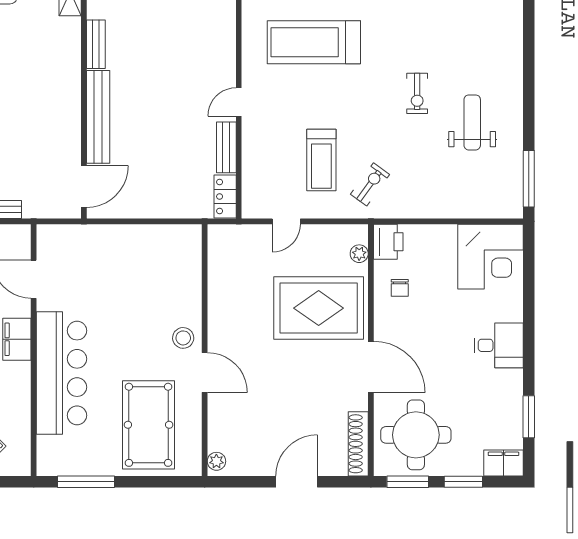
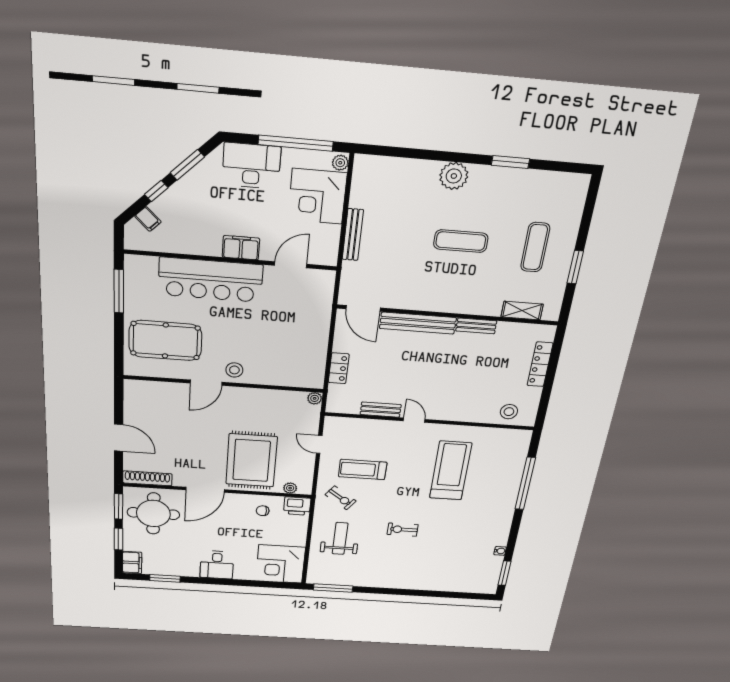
weight bench: (472, 122) -> (340, 538), moved, turned -90
locker: (225, 197) -> (339, 368), moved, turned 90
plant: (216, 461) -> (315, 398), moved

